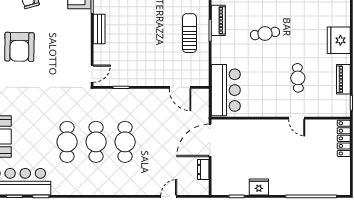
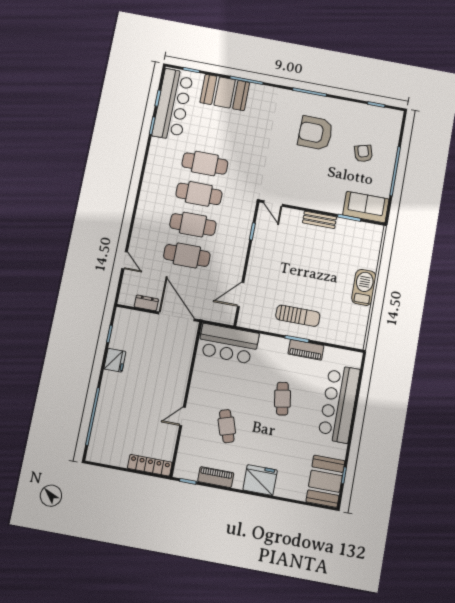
cafe table: (298, 78) -> (227, 426), turned 75
cafe table: (154, 142) -> (187, 255), added

